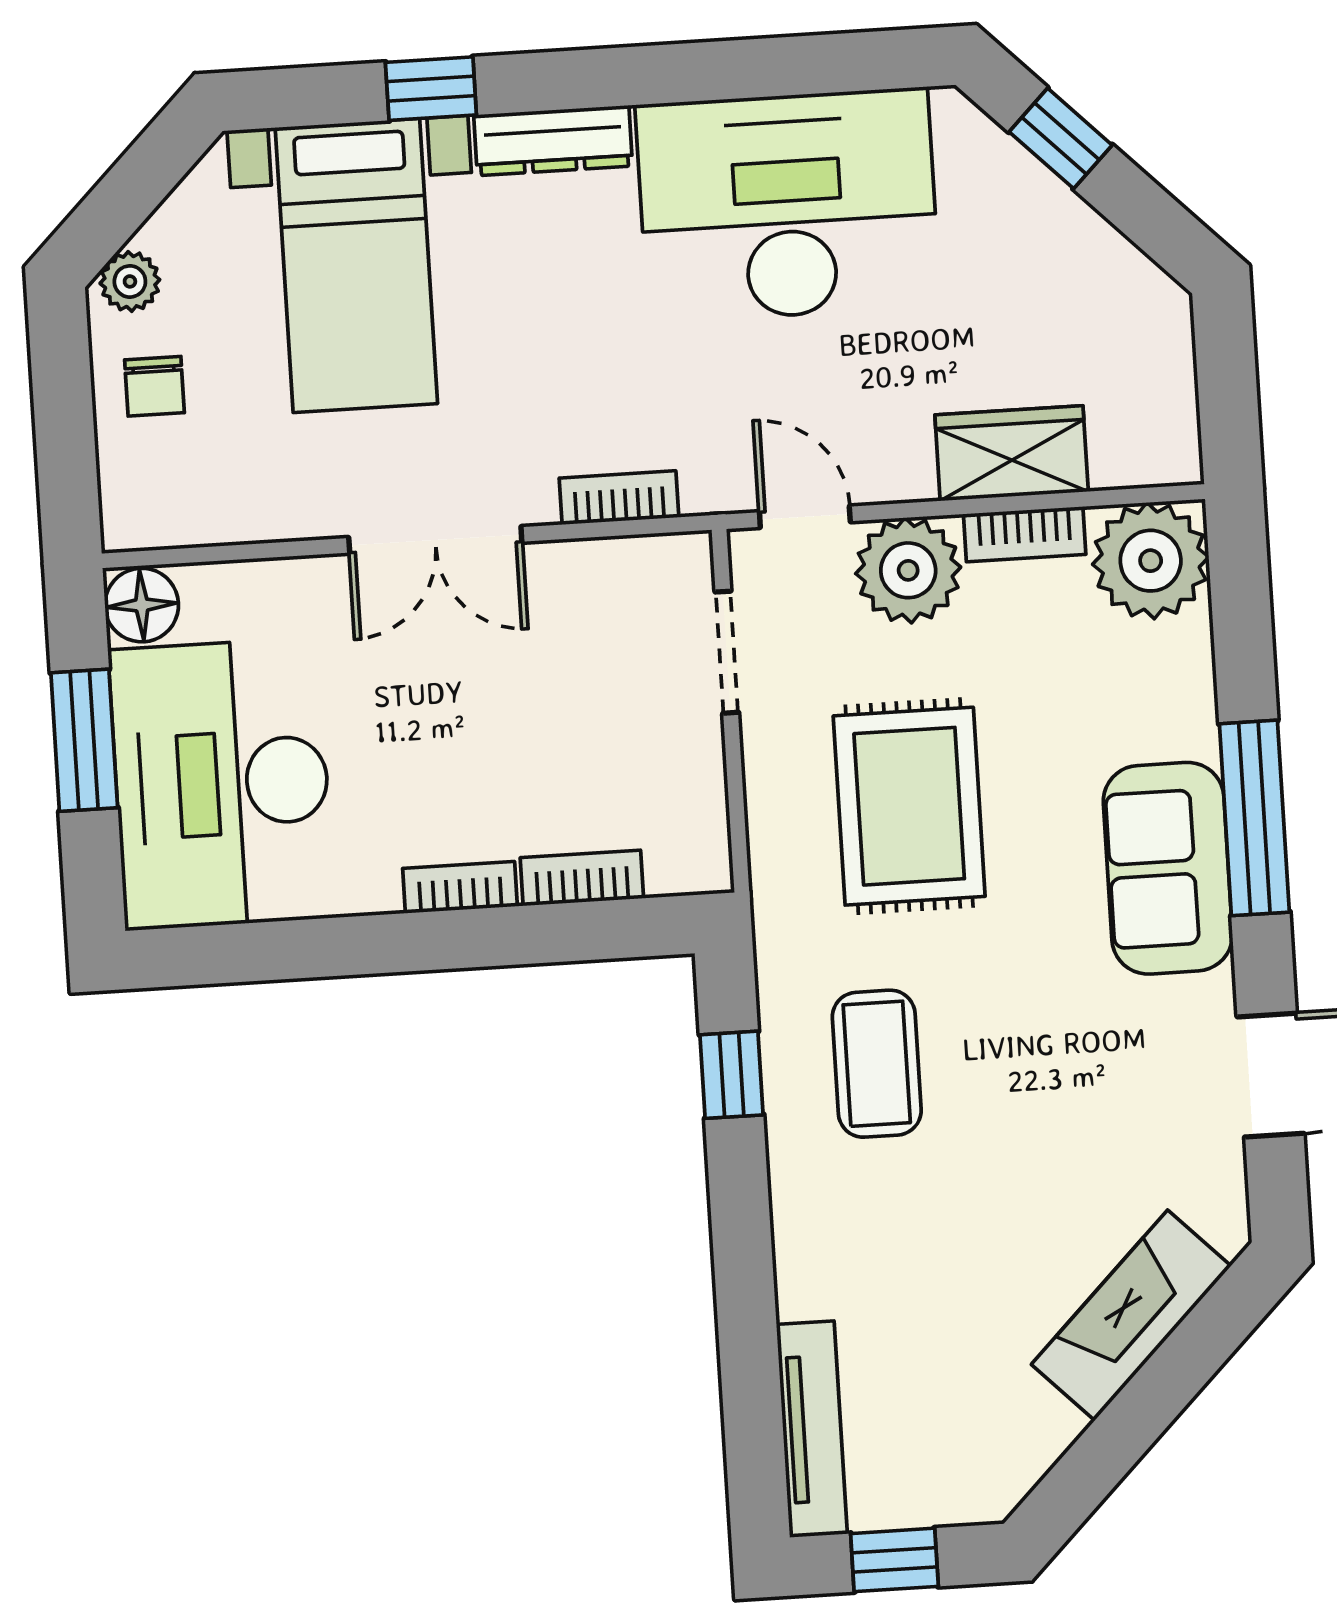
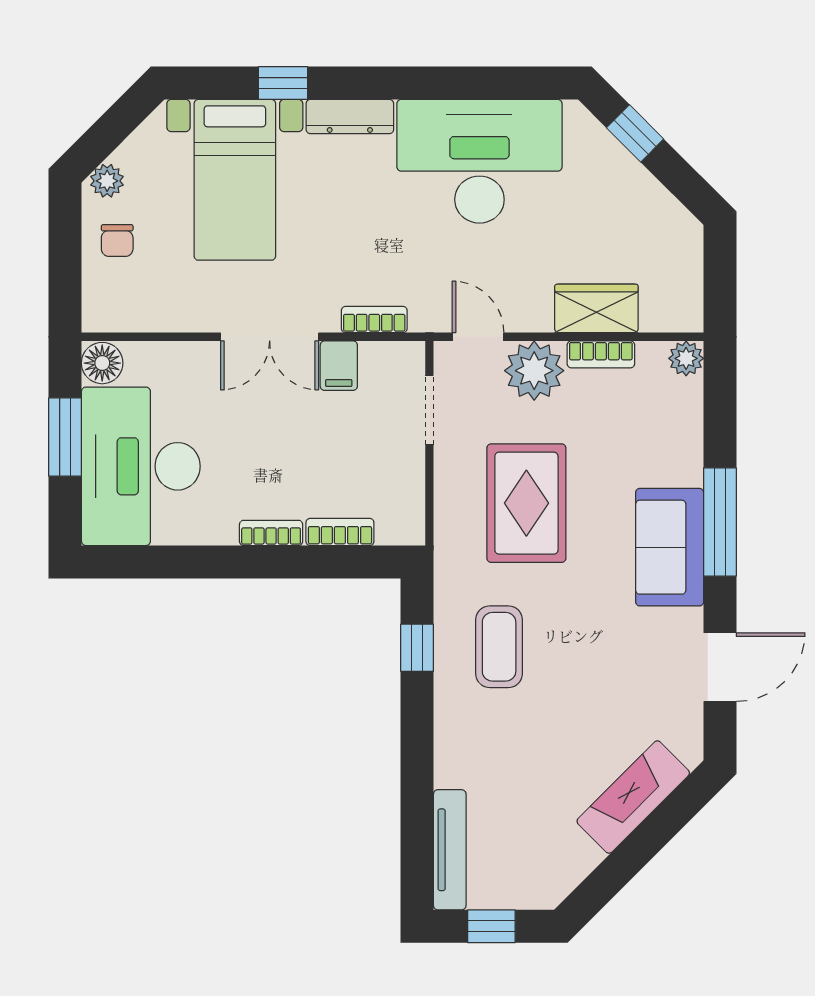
plant: (1151, 561) -> (686, 358), width x0.53, depth x0.53
filing cabinet: (561, 583) -> (339, 366), added

